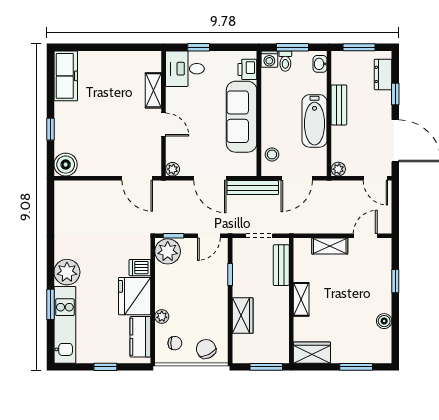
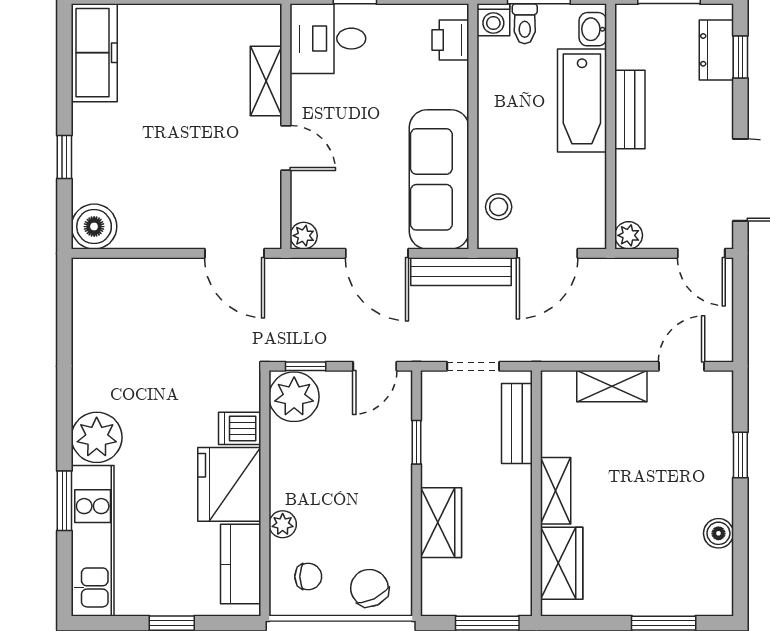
window: (395, 94) -> (740, 57), moved
sofa: (242, 117) -> (439, 179), moved
bathtub: (315, 121) -> (582, 100), moved
wardrobe: (312, 353) -> (562, 563), moved, turned 90

